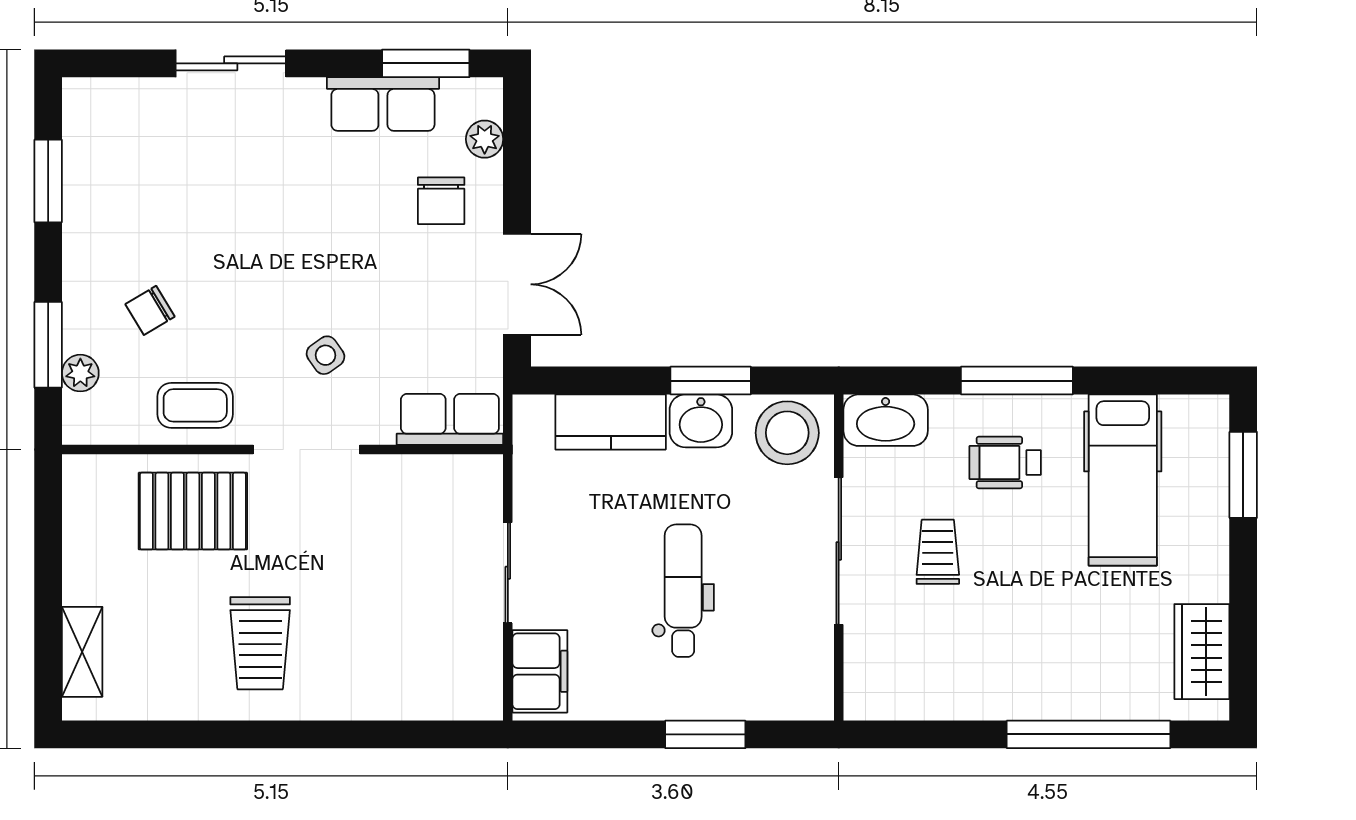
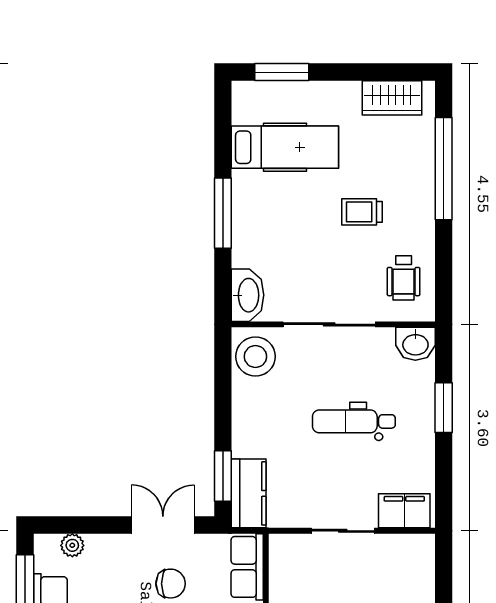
chair: (441, 201) -> (171, 584), moved
window: (711, 381) -> (223, 476), moved
washbasin: (701, 421) -> (415, 344), moved, turned 90
kitchen counter: (611, 422) -> (249, 493), moved
wheelchair: (1005, 462) -> (404, 278), moved
trolley: (938, 552) -> (362, 212), moved

